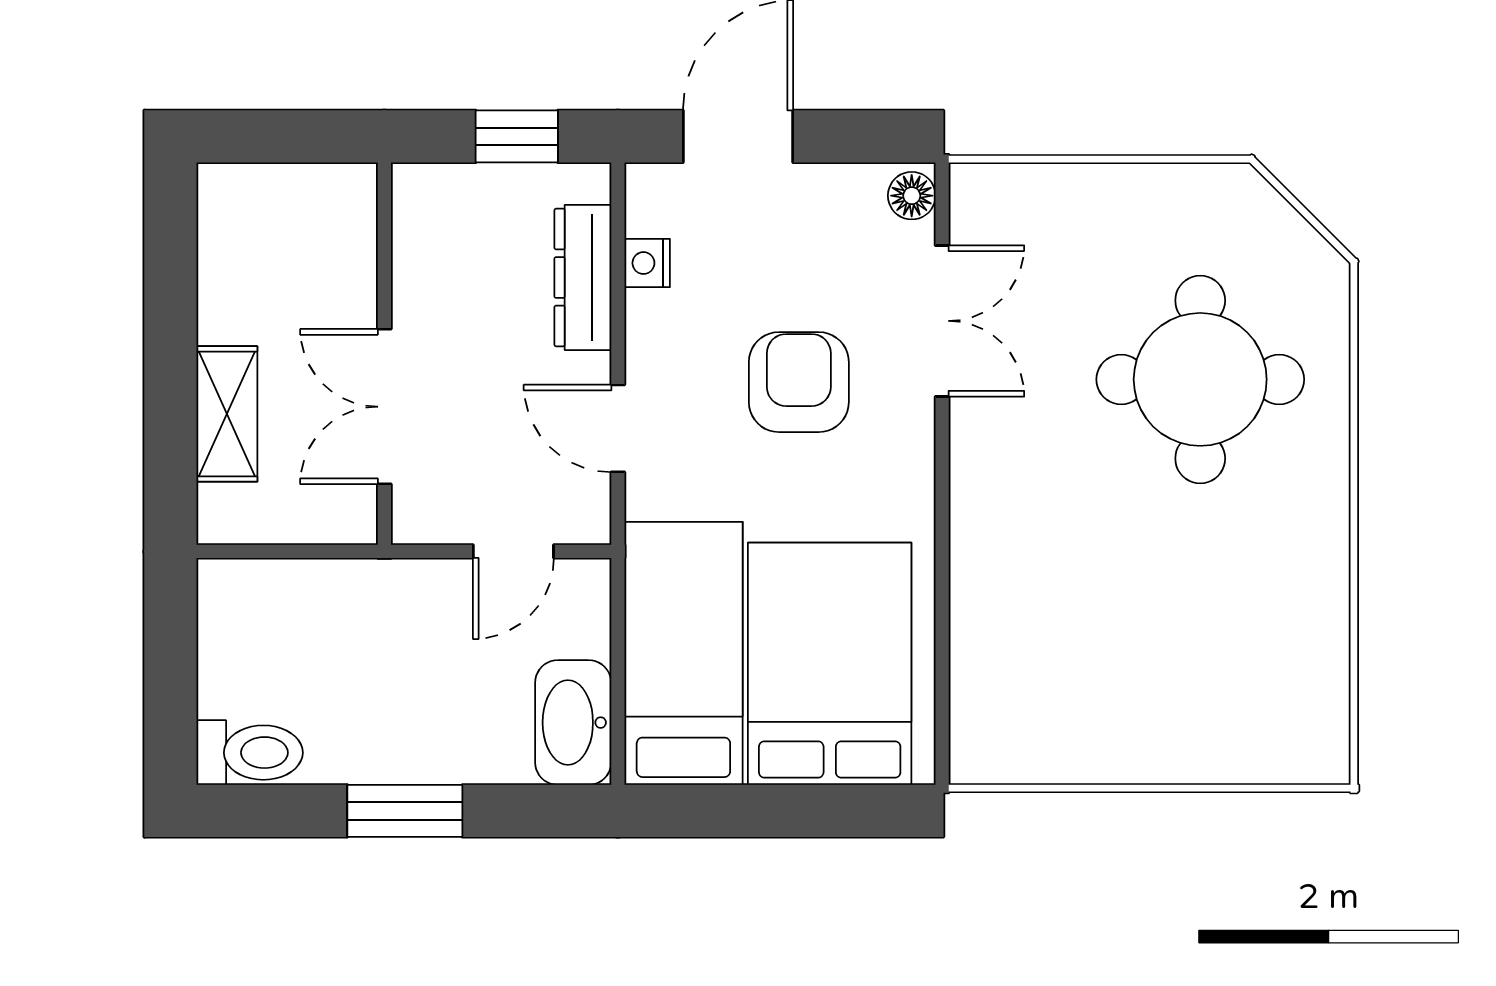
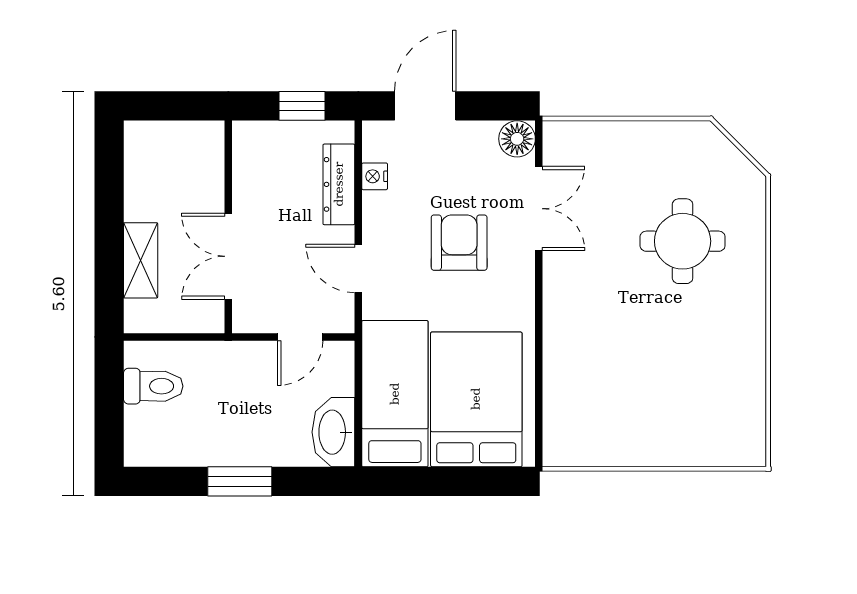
floor lamp: (912, 196) -> (517, 139), width x1.37, depth x1.37
round table: (1200, 379) -> (683, 241), width x0.73, depth x0.73
toilet: (250, 753) -> (153, 386), moved

